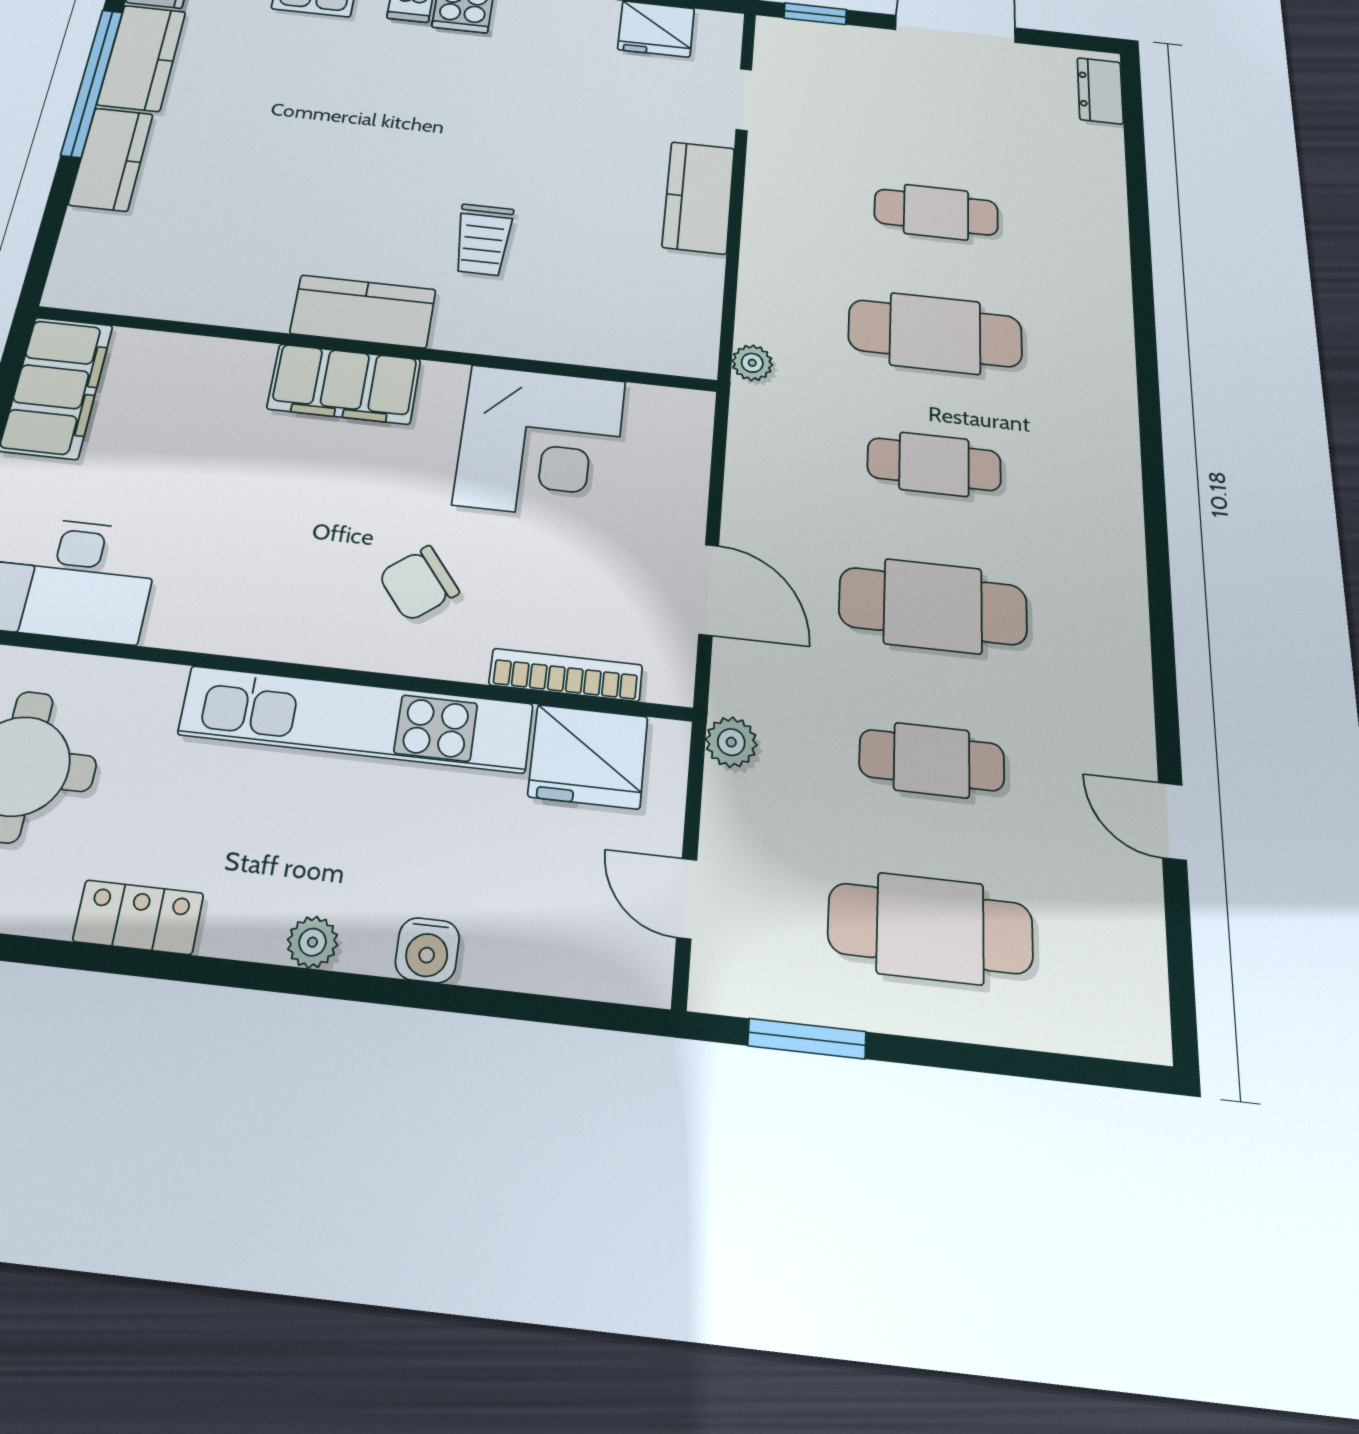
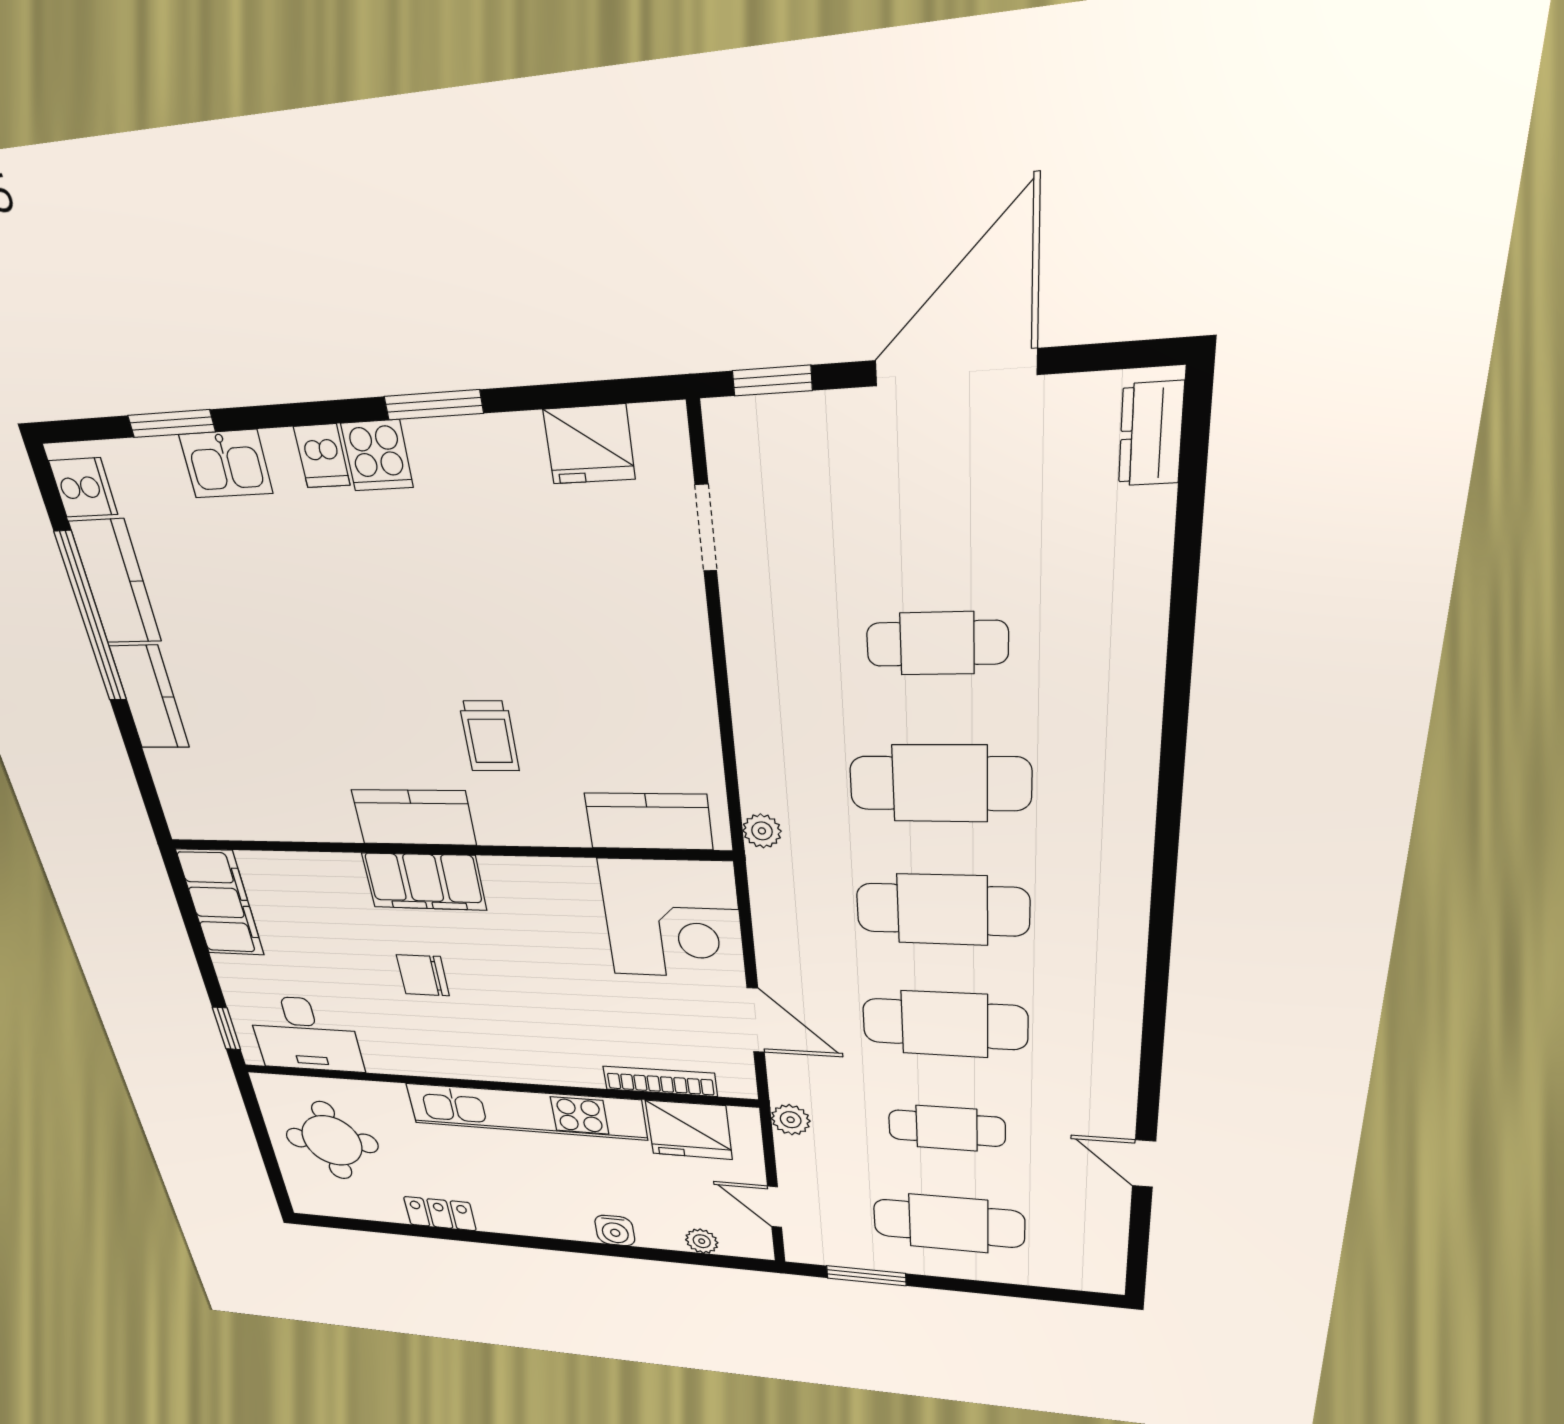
kitchen counter: (699, 197) -> (649, 821), moved, turned 90
corner desk: (540, 442) -> (672, 919), moved
cafe table: (934, 464) -> (942, 910), width x1.37, depth x1.35
chair: (419, 583) -> (423, 975), moved, turned 38
plant: (312, 942) -> (702, 1241), moved

